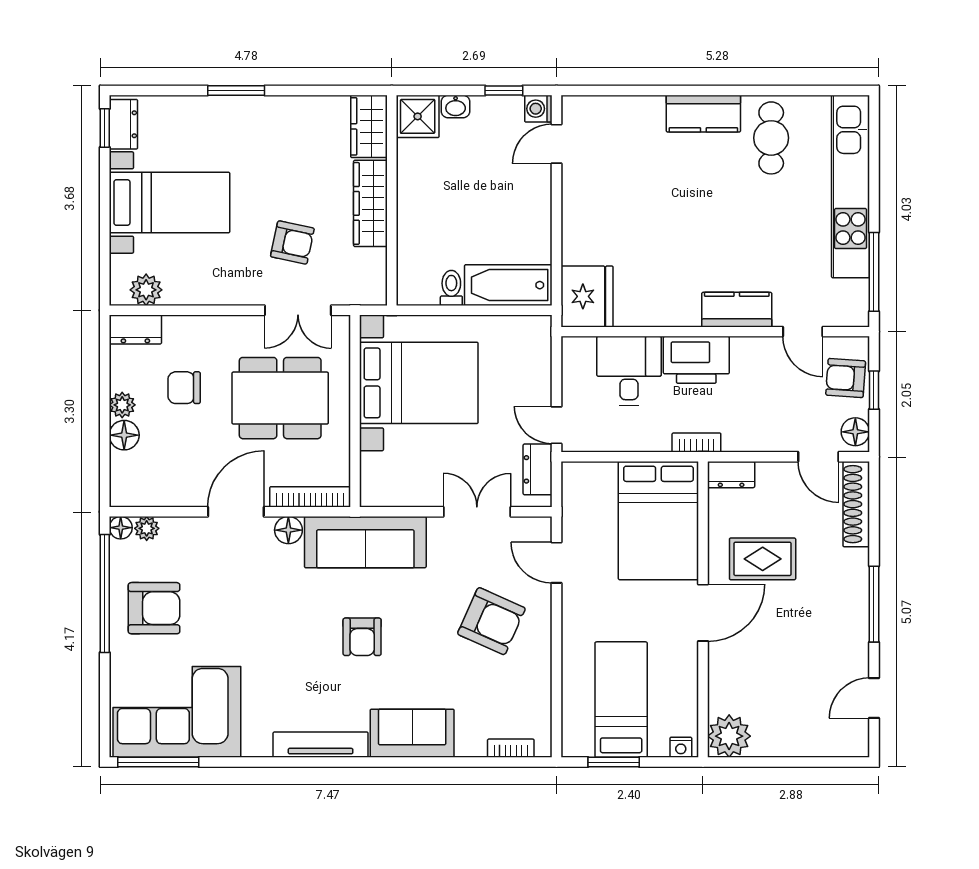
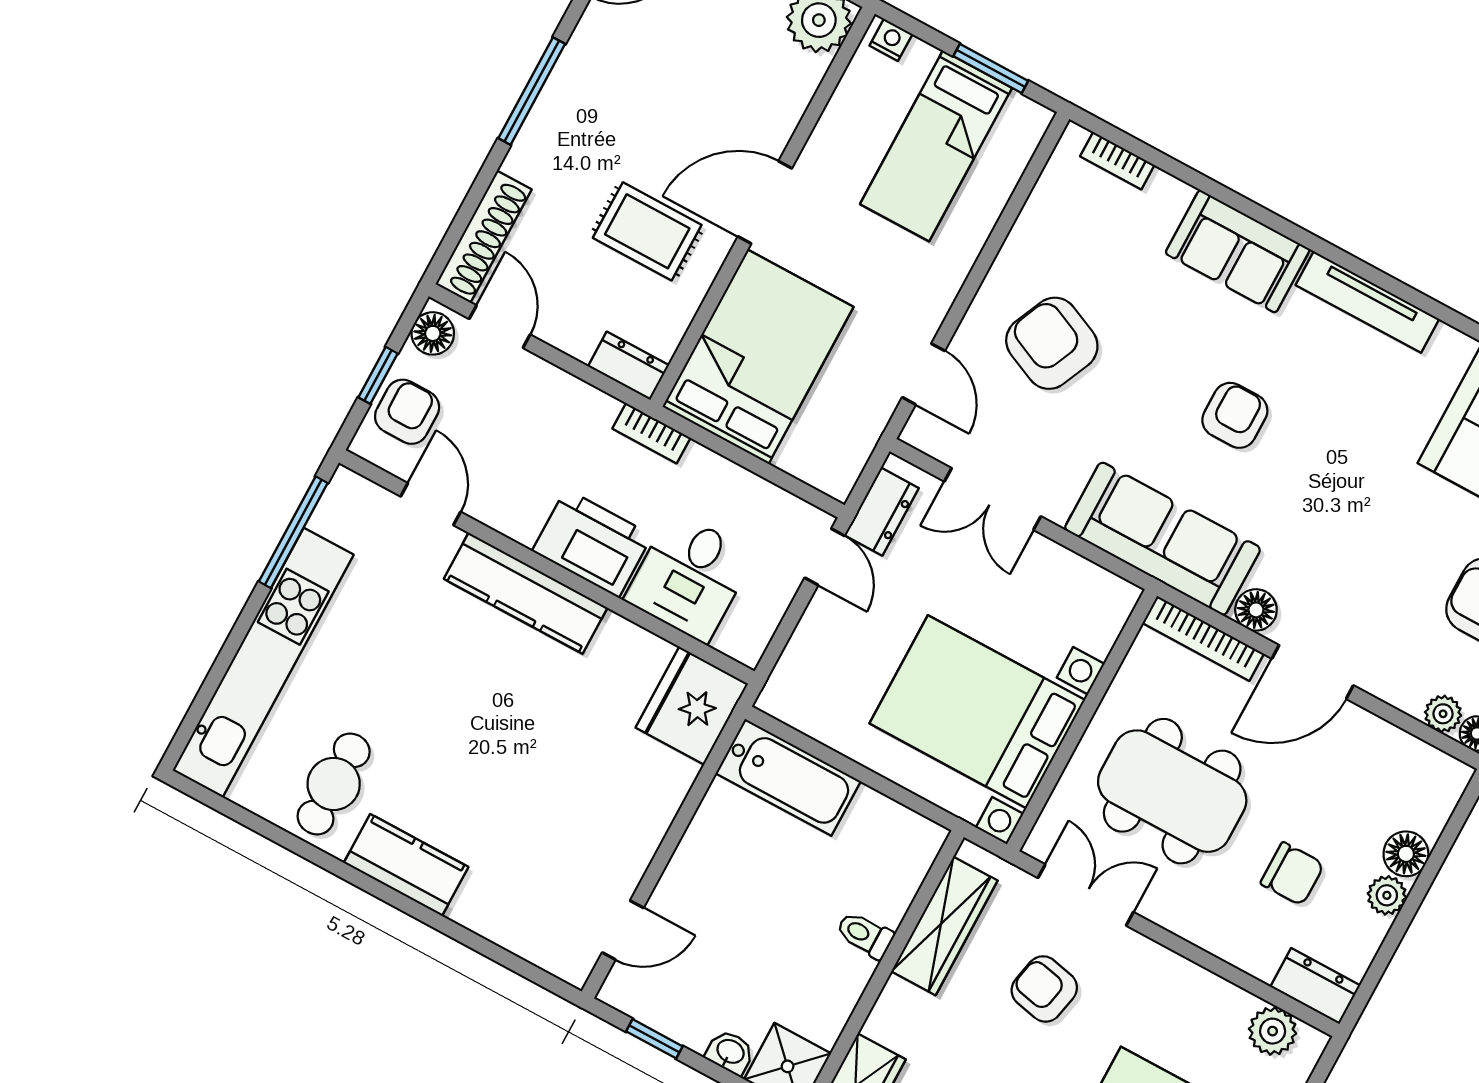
washing machine: (538, 109) -> (622, 990), removed
wardrobe: (370, 203) -> (944, 926), moved
toilet: (451, 288) -> (865, 935), moved, turned 90
kitchen counter: (737, 310) -> (526, 593), width x1.50
armchair: (846, 378) -> (407, 412), turned -94

